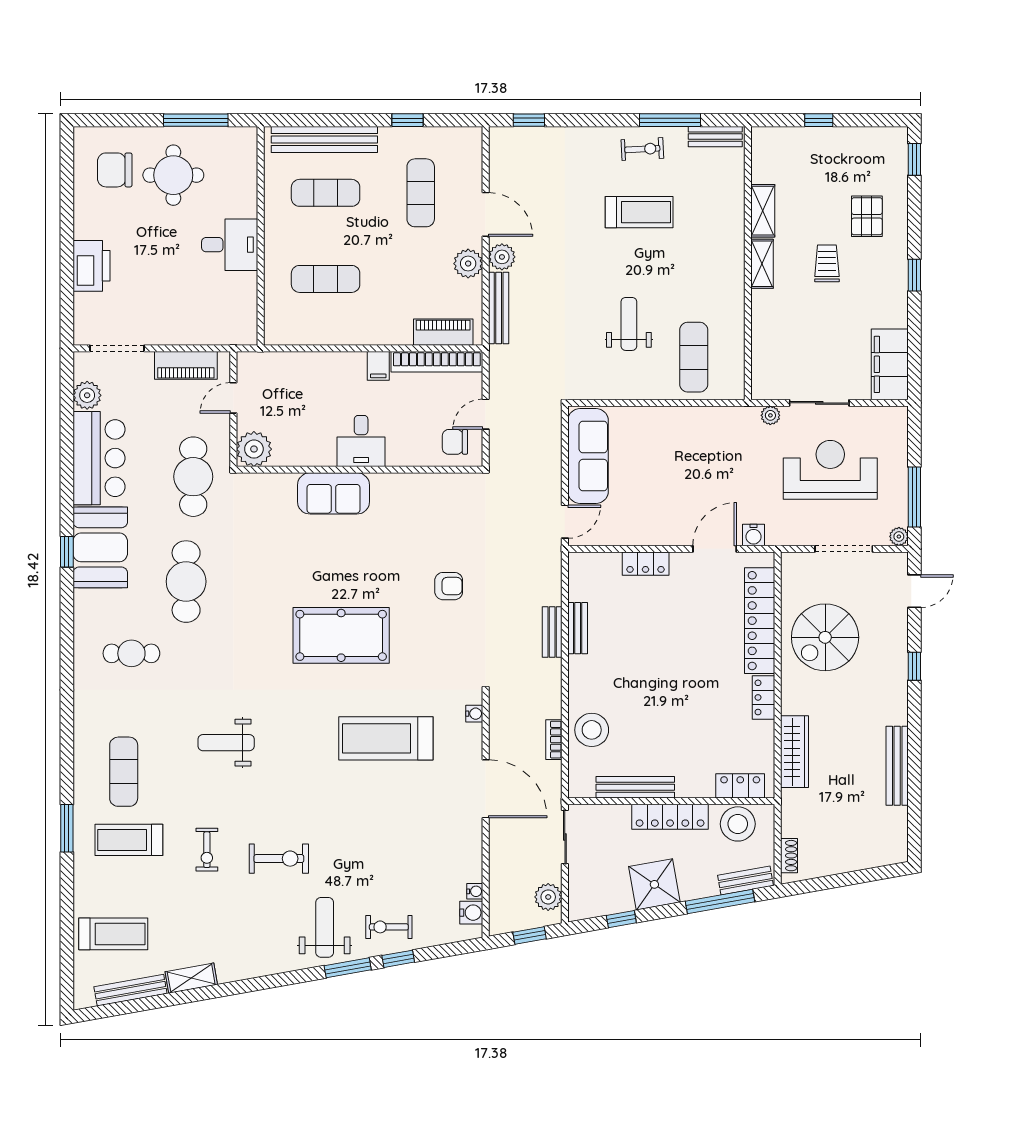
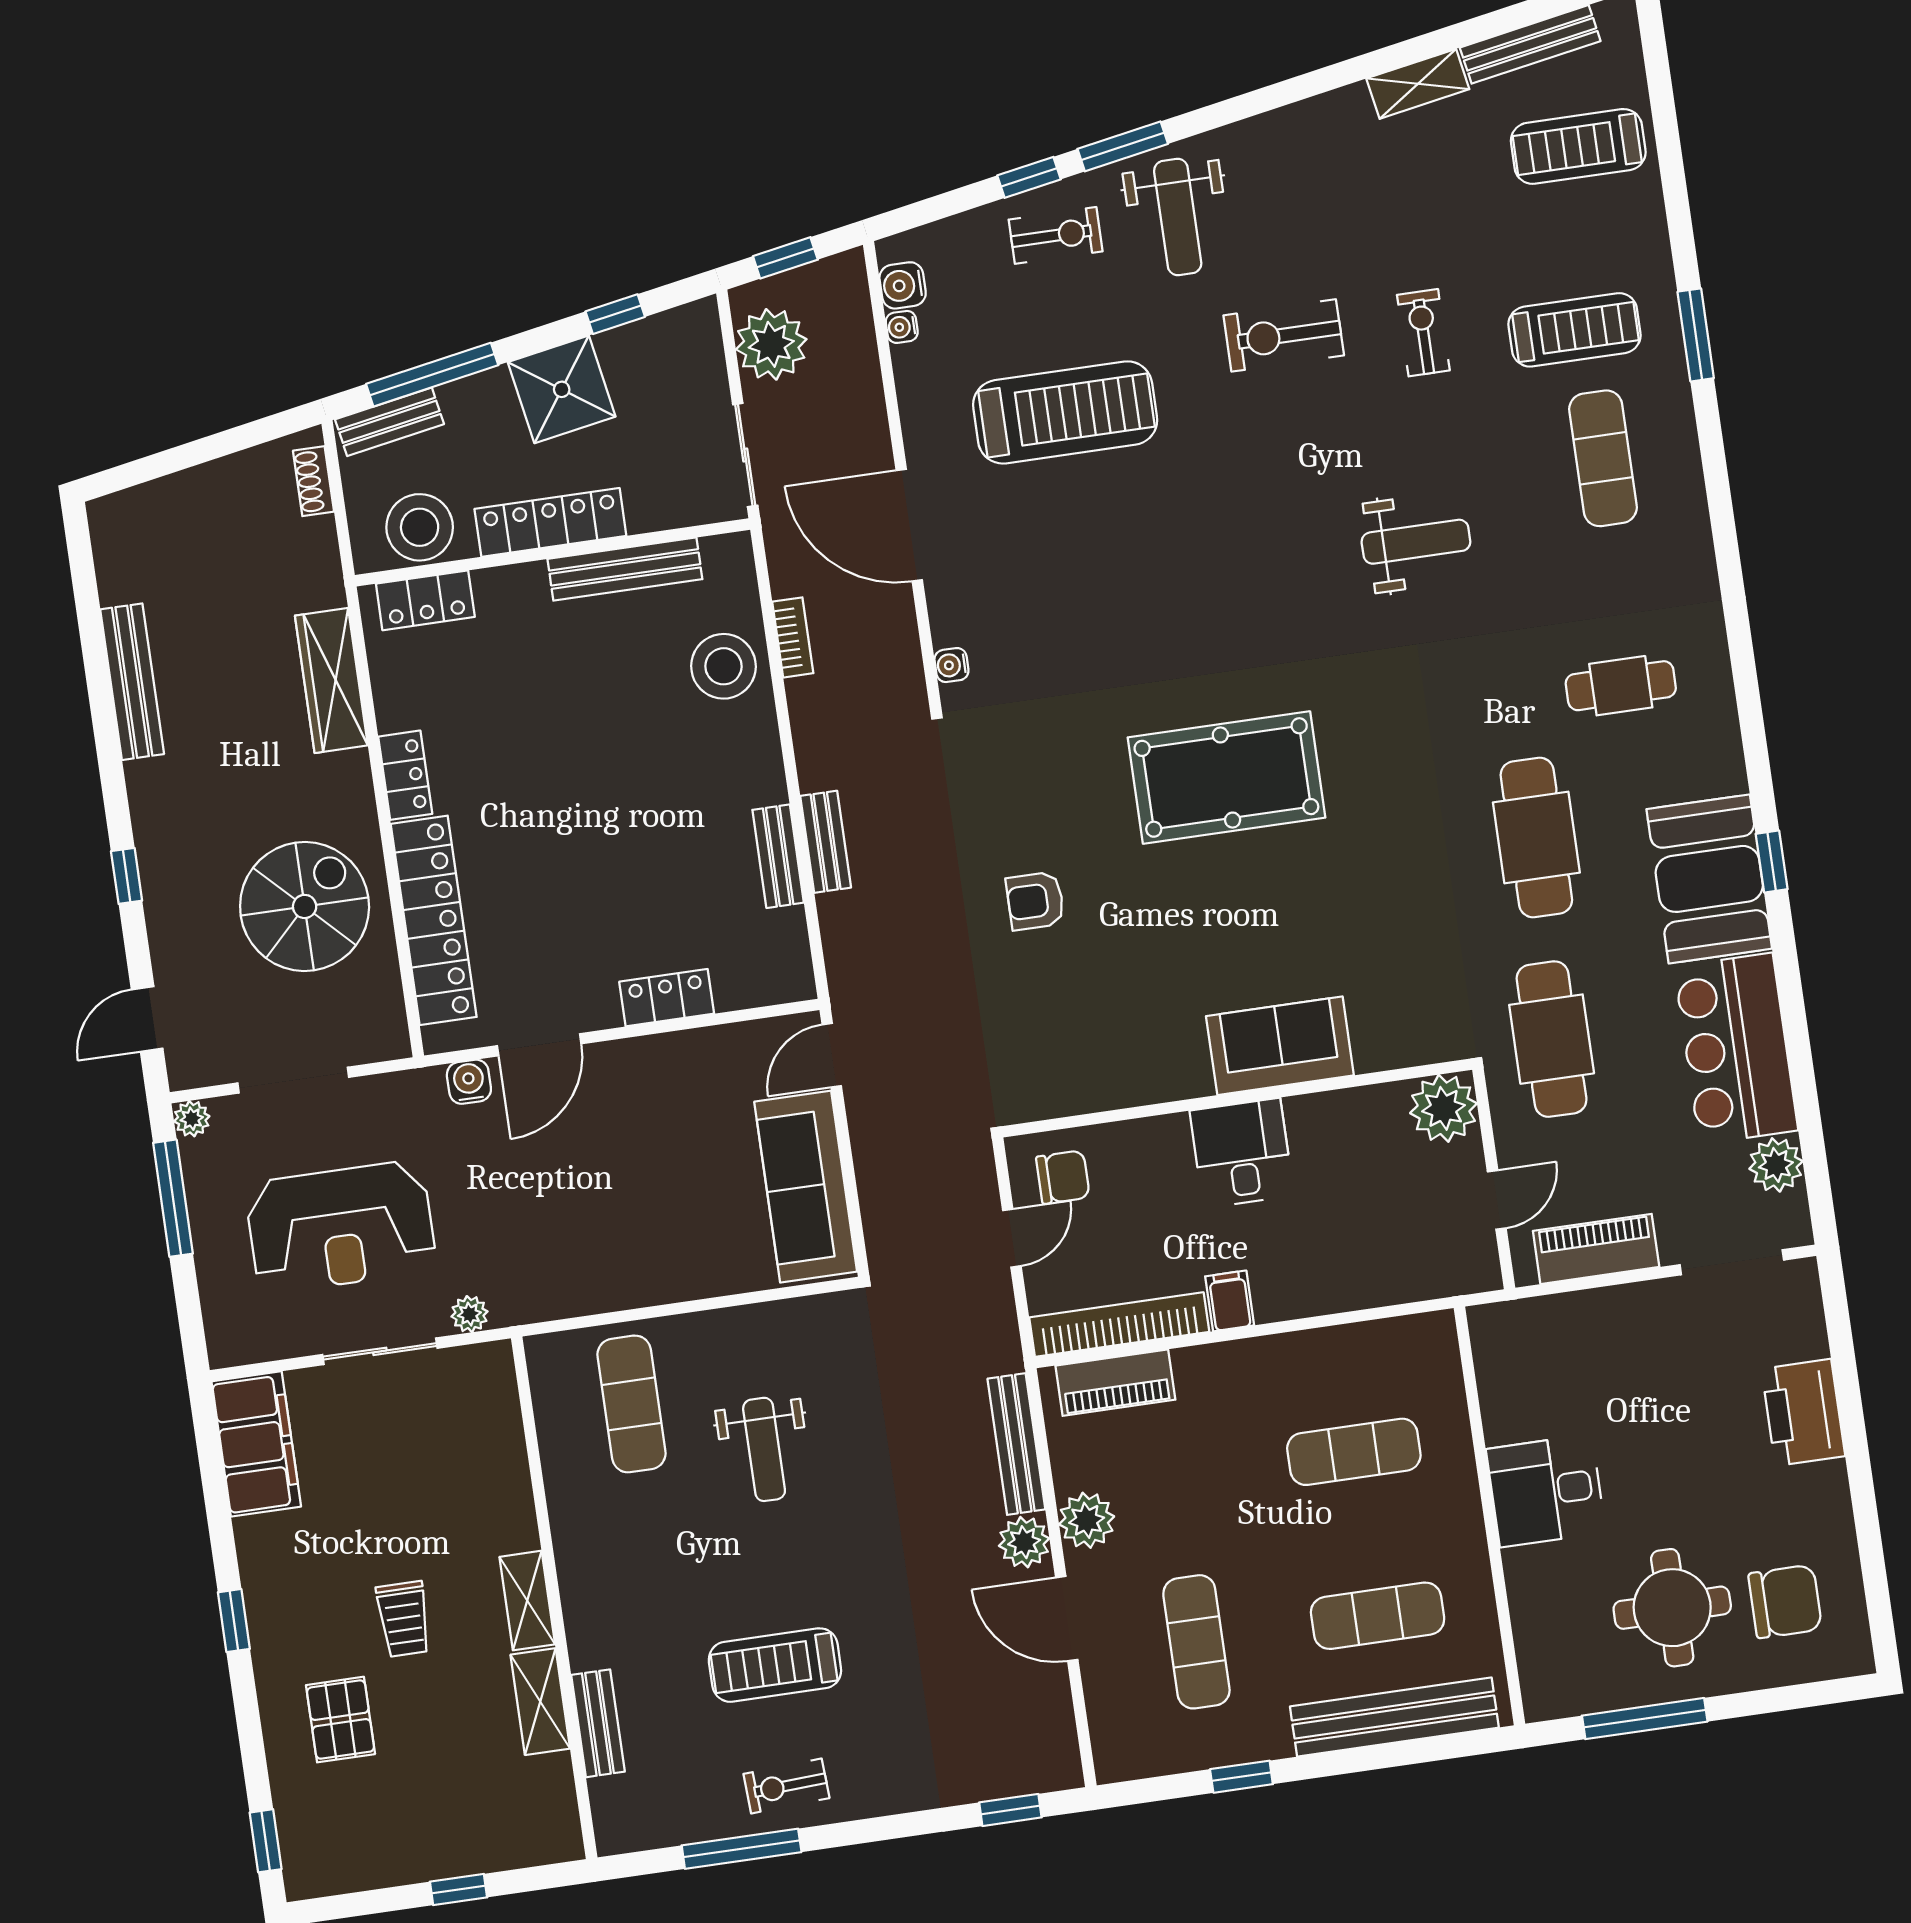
bench: (715, 137) -> (598, 1723), moved, turned 90
treadmill: (386, 738) -> (1065, 412), moved
plant: (548, 897) -> (771, 344), width x1.36, depth x1.36

